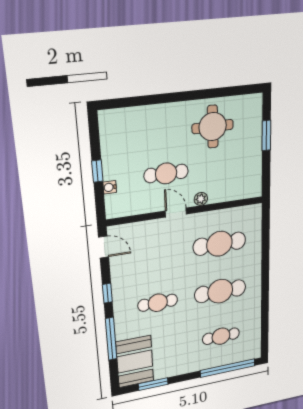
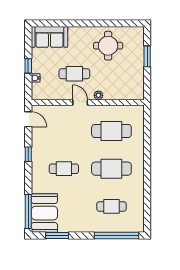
sofa: (126, 123) -> (49, 37), added
window: (111, 339) -> (28, 212), moved

